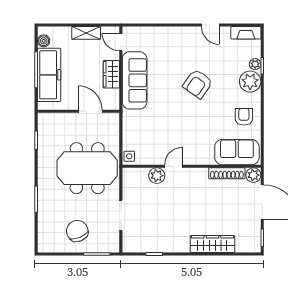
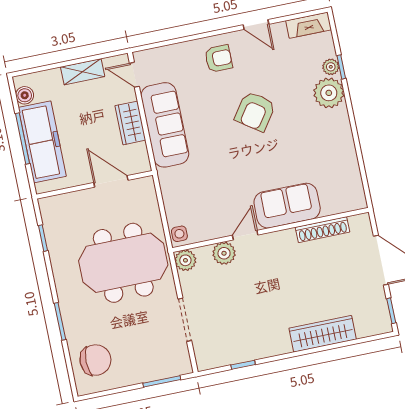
armchair: (244, 117) -> (218, 59), moved, turned 90
sofa: (237, 152) -> (287, 206), moved
plant: (253, 175) -> (185, 260), moved
chair: (77, 231) -> (95, 360), moved, turned 112

